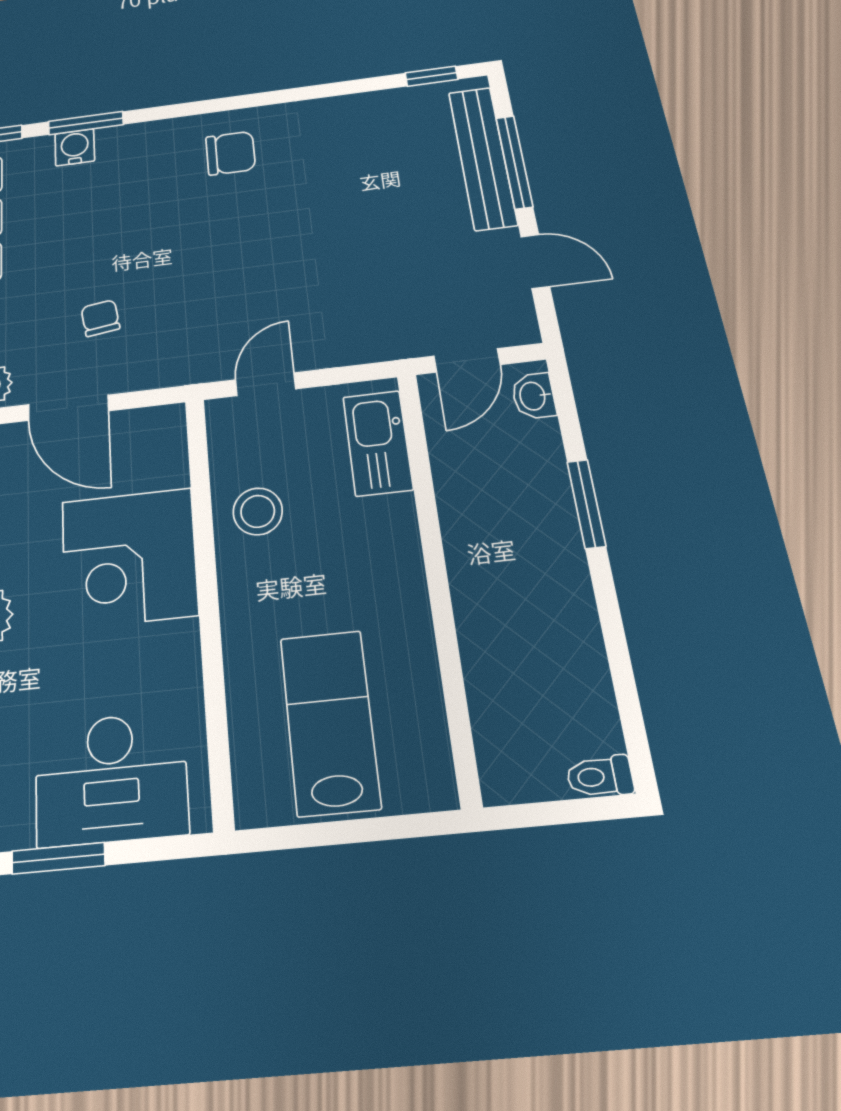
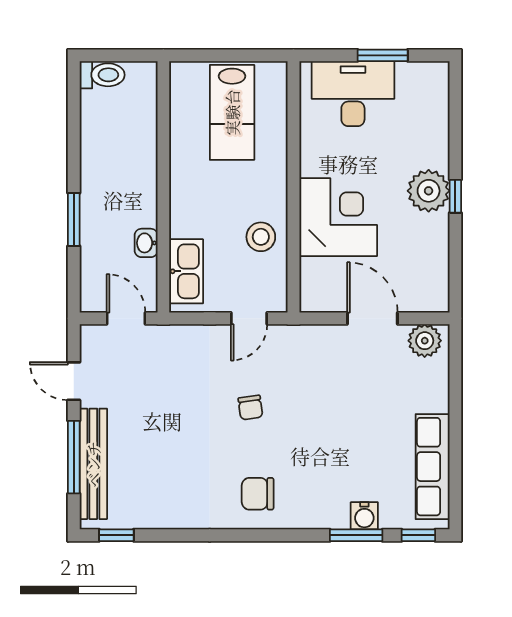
chair: (100, 318) -> (250, 408), moved
door: (467, 360) -> (126, 318), hinge flipped
washbasin: (534, 396) -> (146, 243), moved, turned 180
toilet: (600, 776) -> (102, 75), width x1.37, depth x1.39

